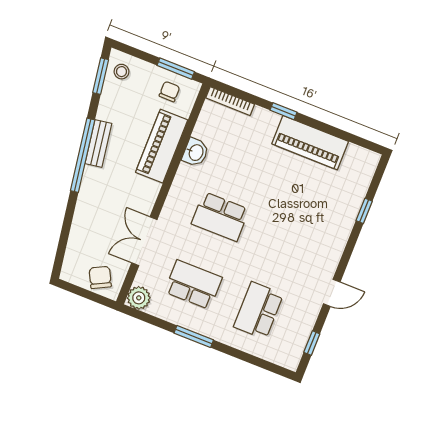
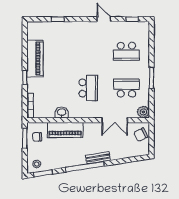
bench: (98, 143) -> (98, 158), moved
school desk: (193, 285) -> (126, 88), turned 90

